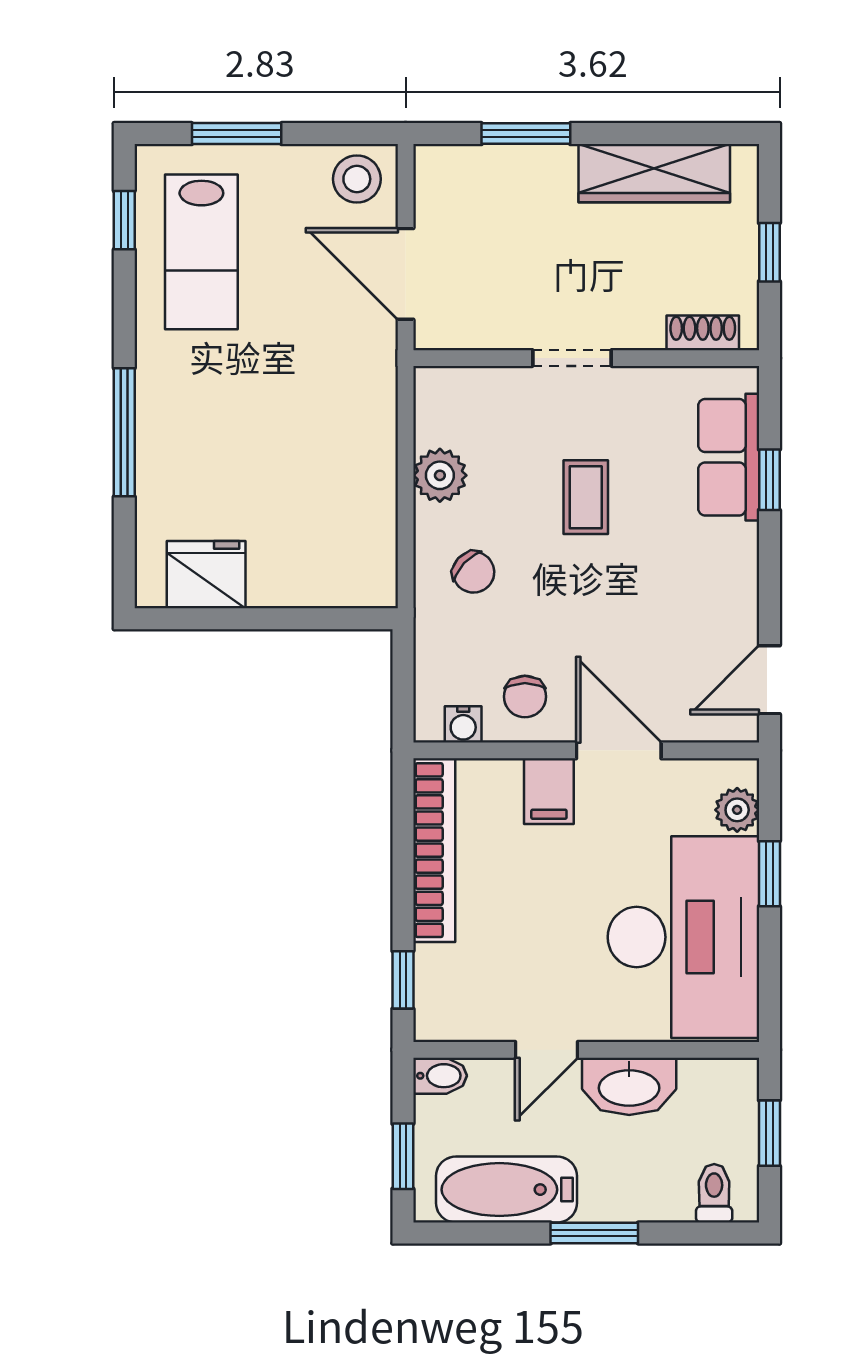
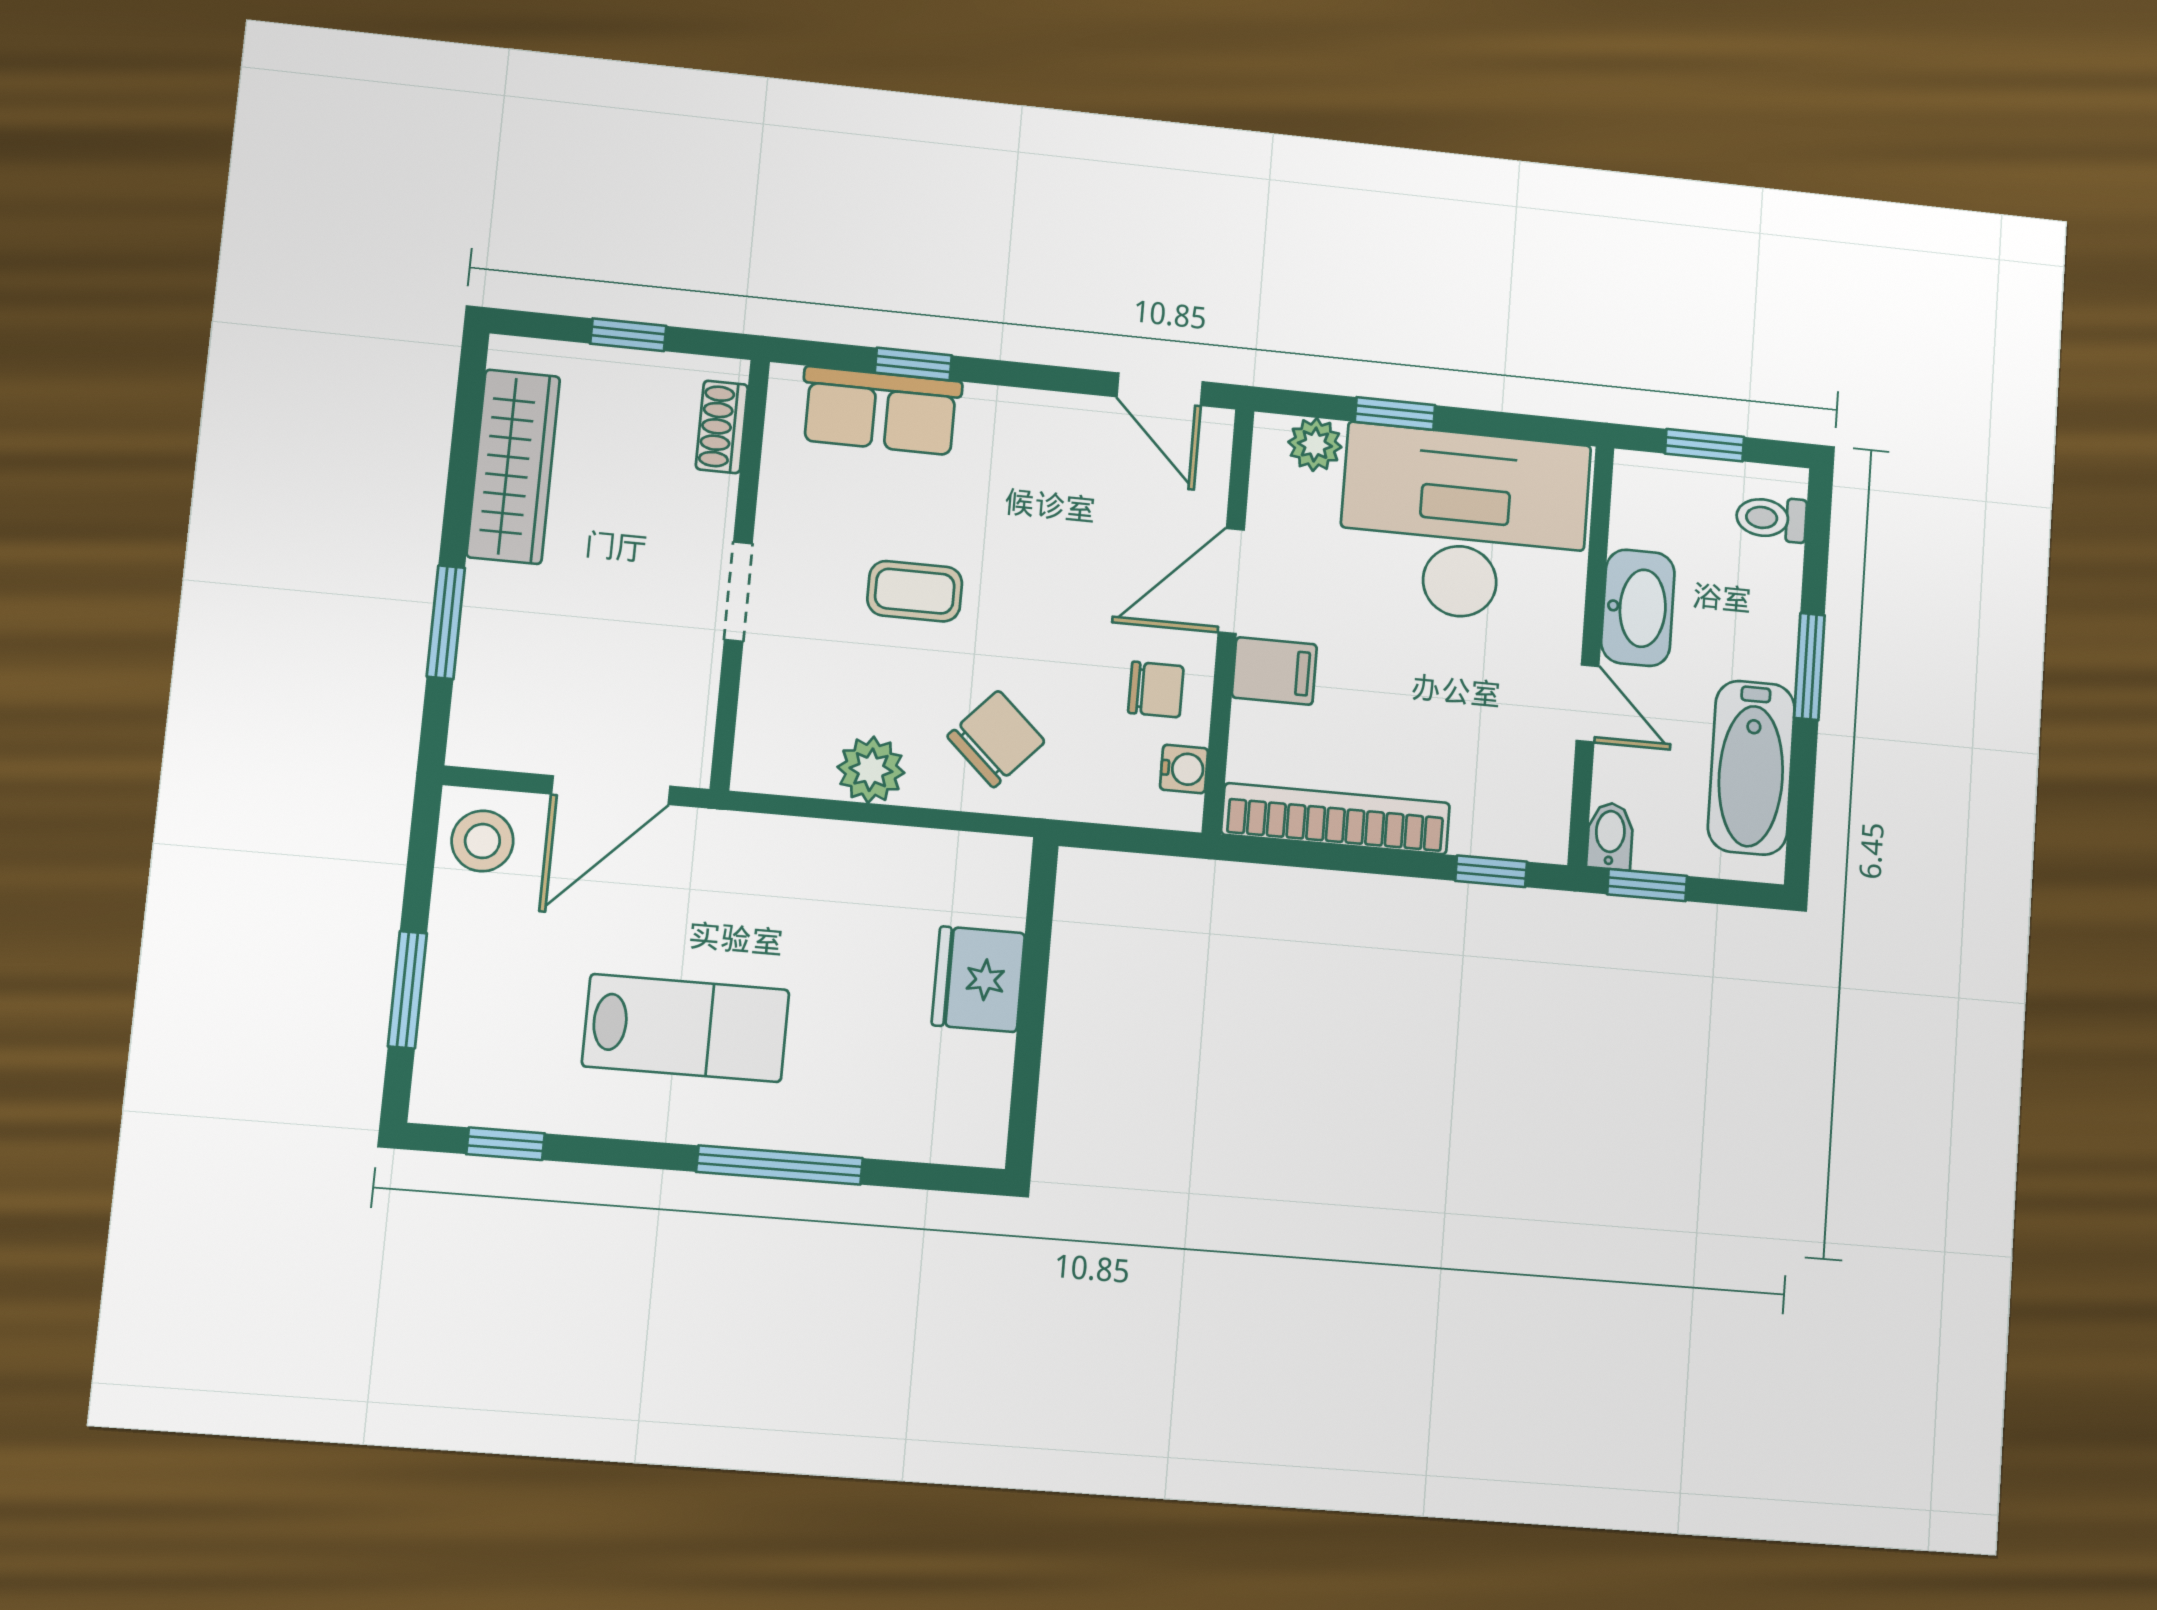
lab bench: (201, 252) -> (686, 1028), moved
chair: (473, 572) -> (996, 739), width x1.37, depth x1.37
fridge: (206, 575) -> (978, 979), moved
window: (403, 1156) -> (1647, 885), moved

